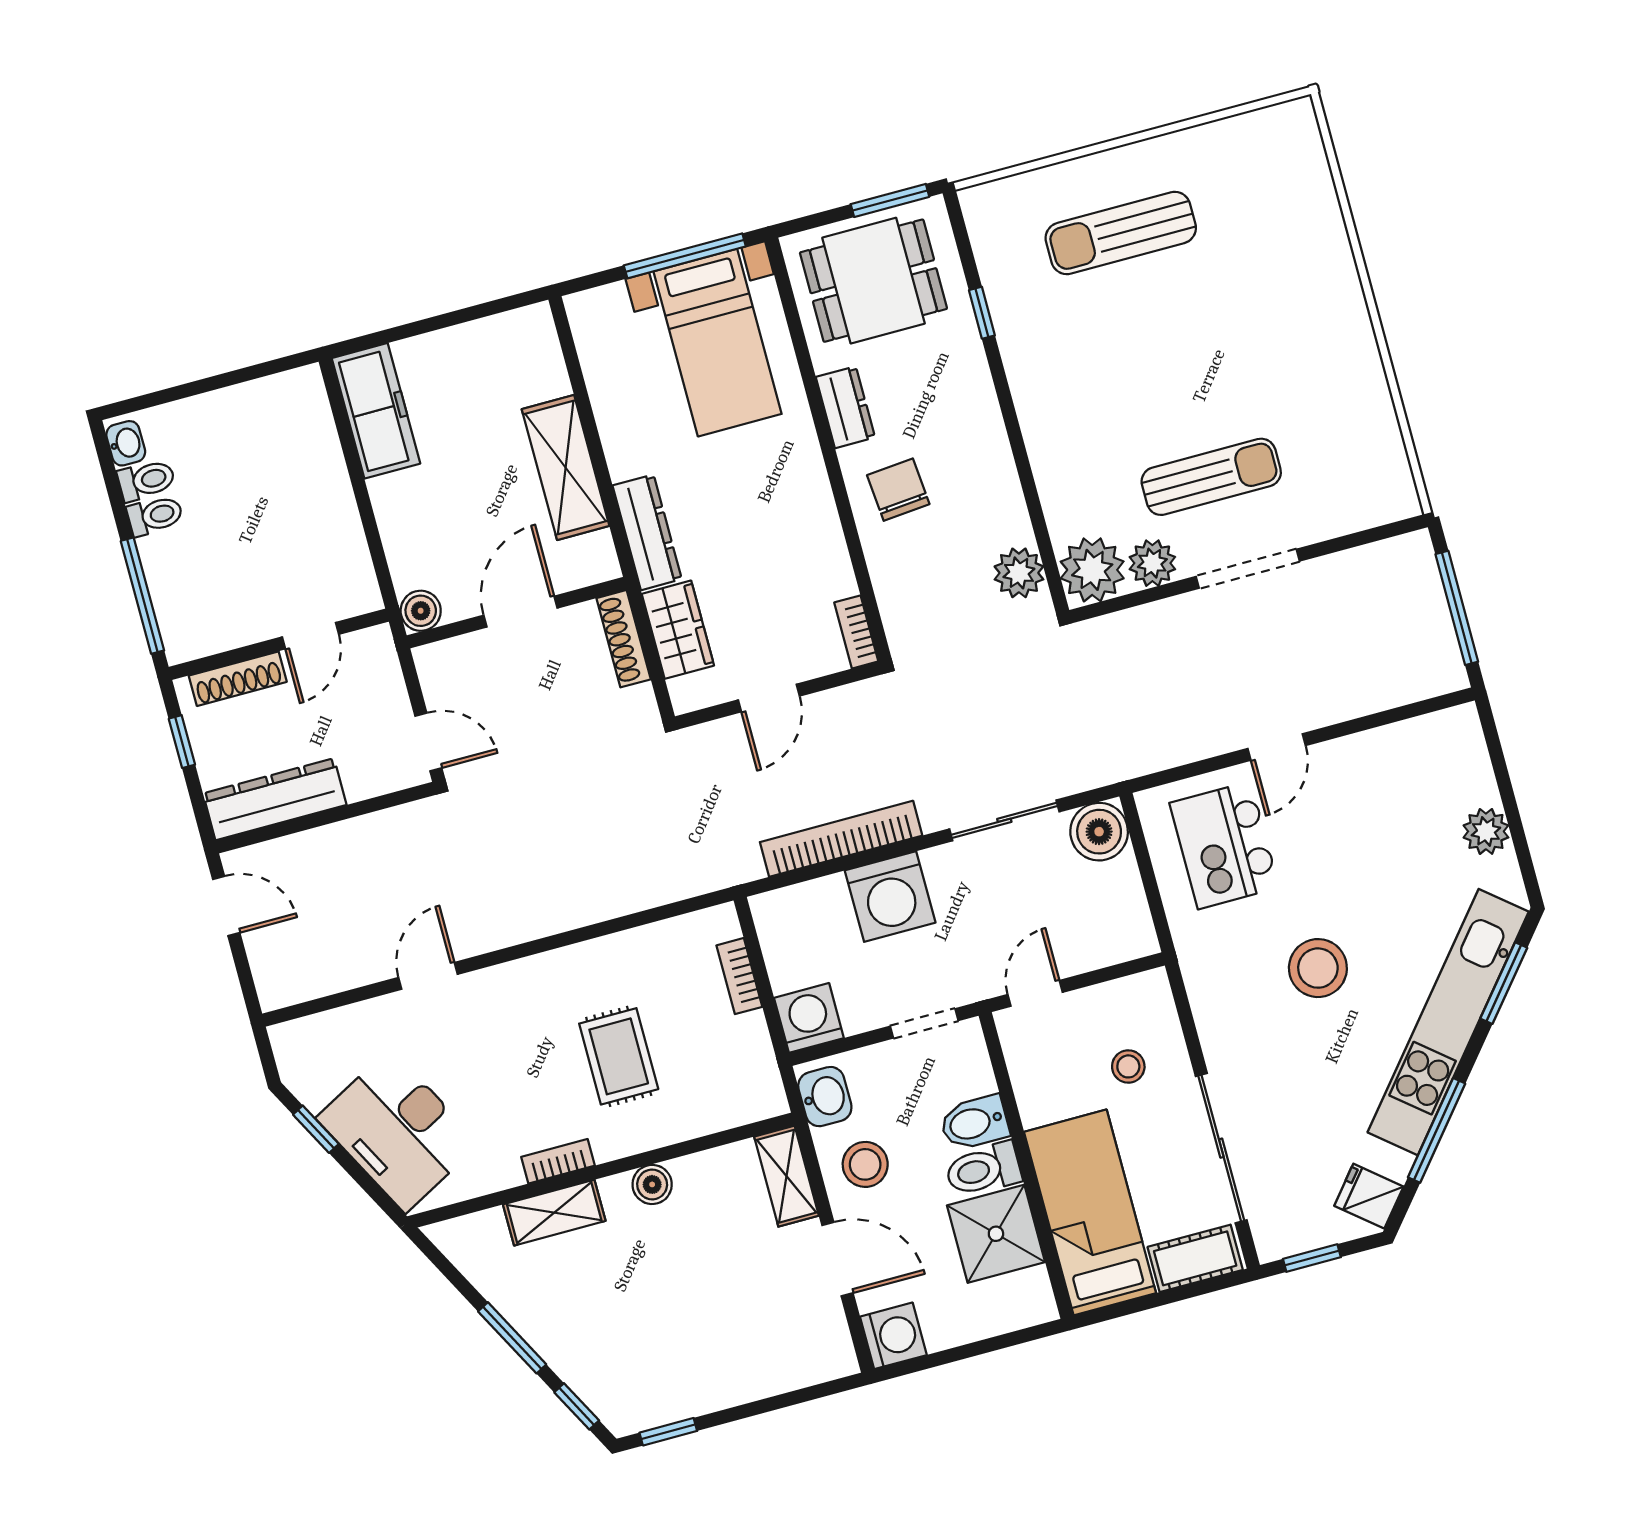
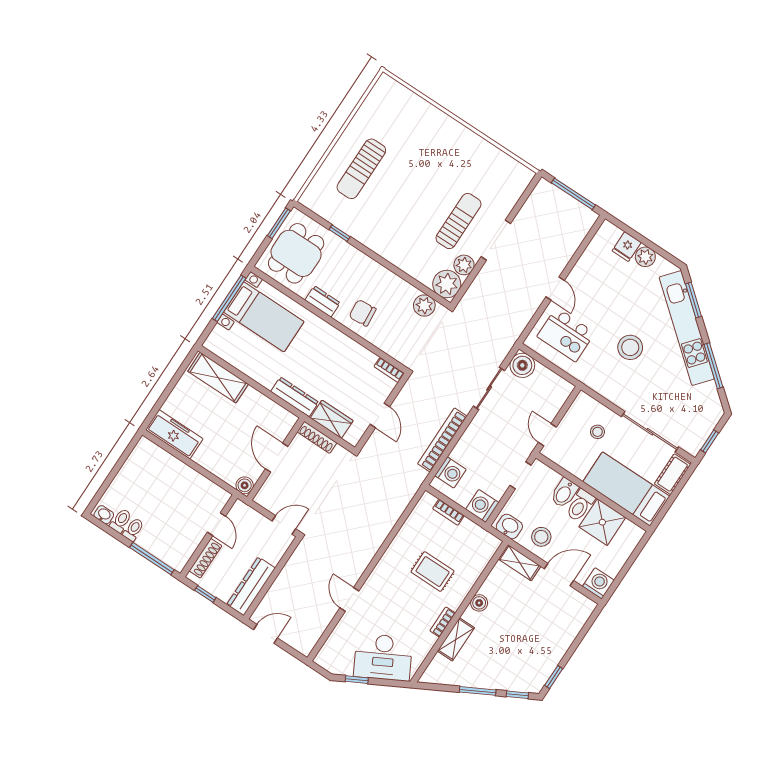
shelving: (566, 468) -> (218, 378), moved
washing machine: (890, 897) -> (450, 473), moved, width x0.73, depth x0.73
fridge: (1369, 1196) -> (627, 247), moved, turned -40

